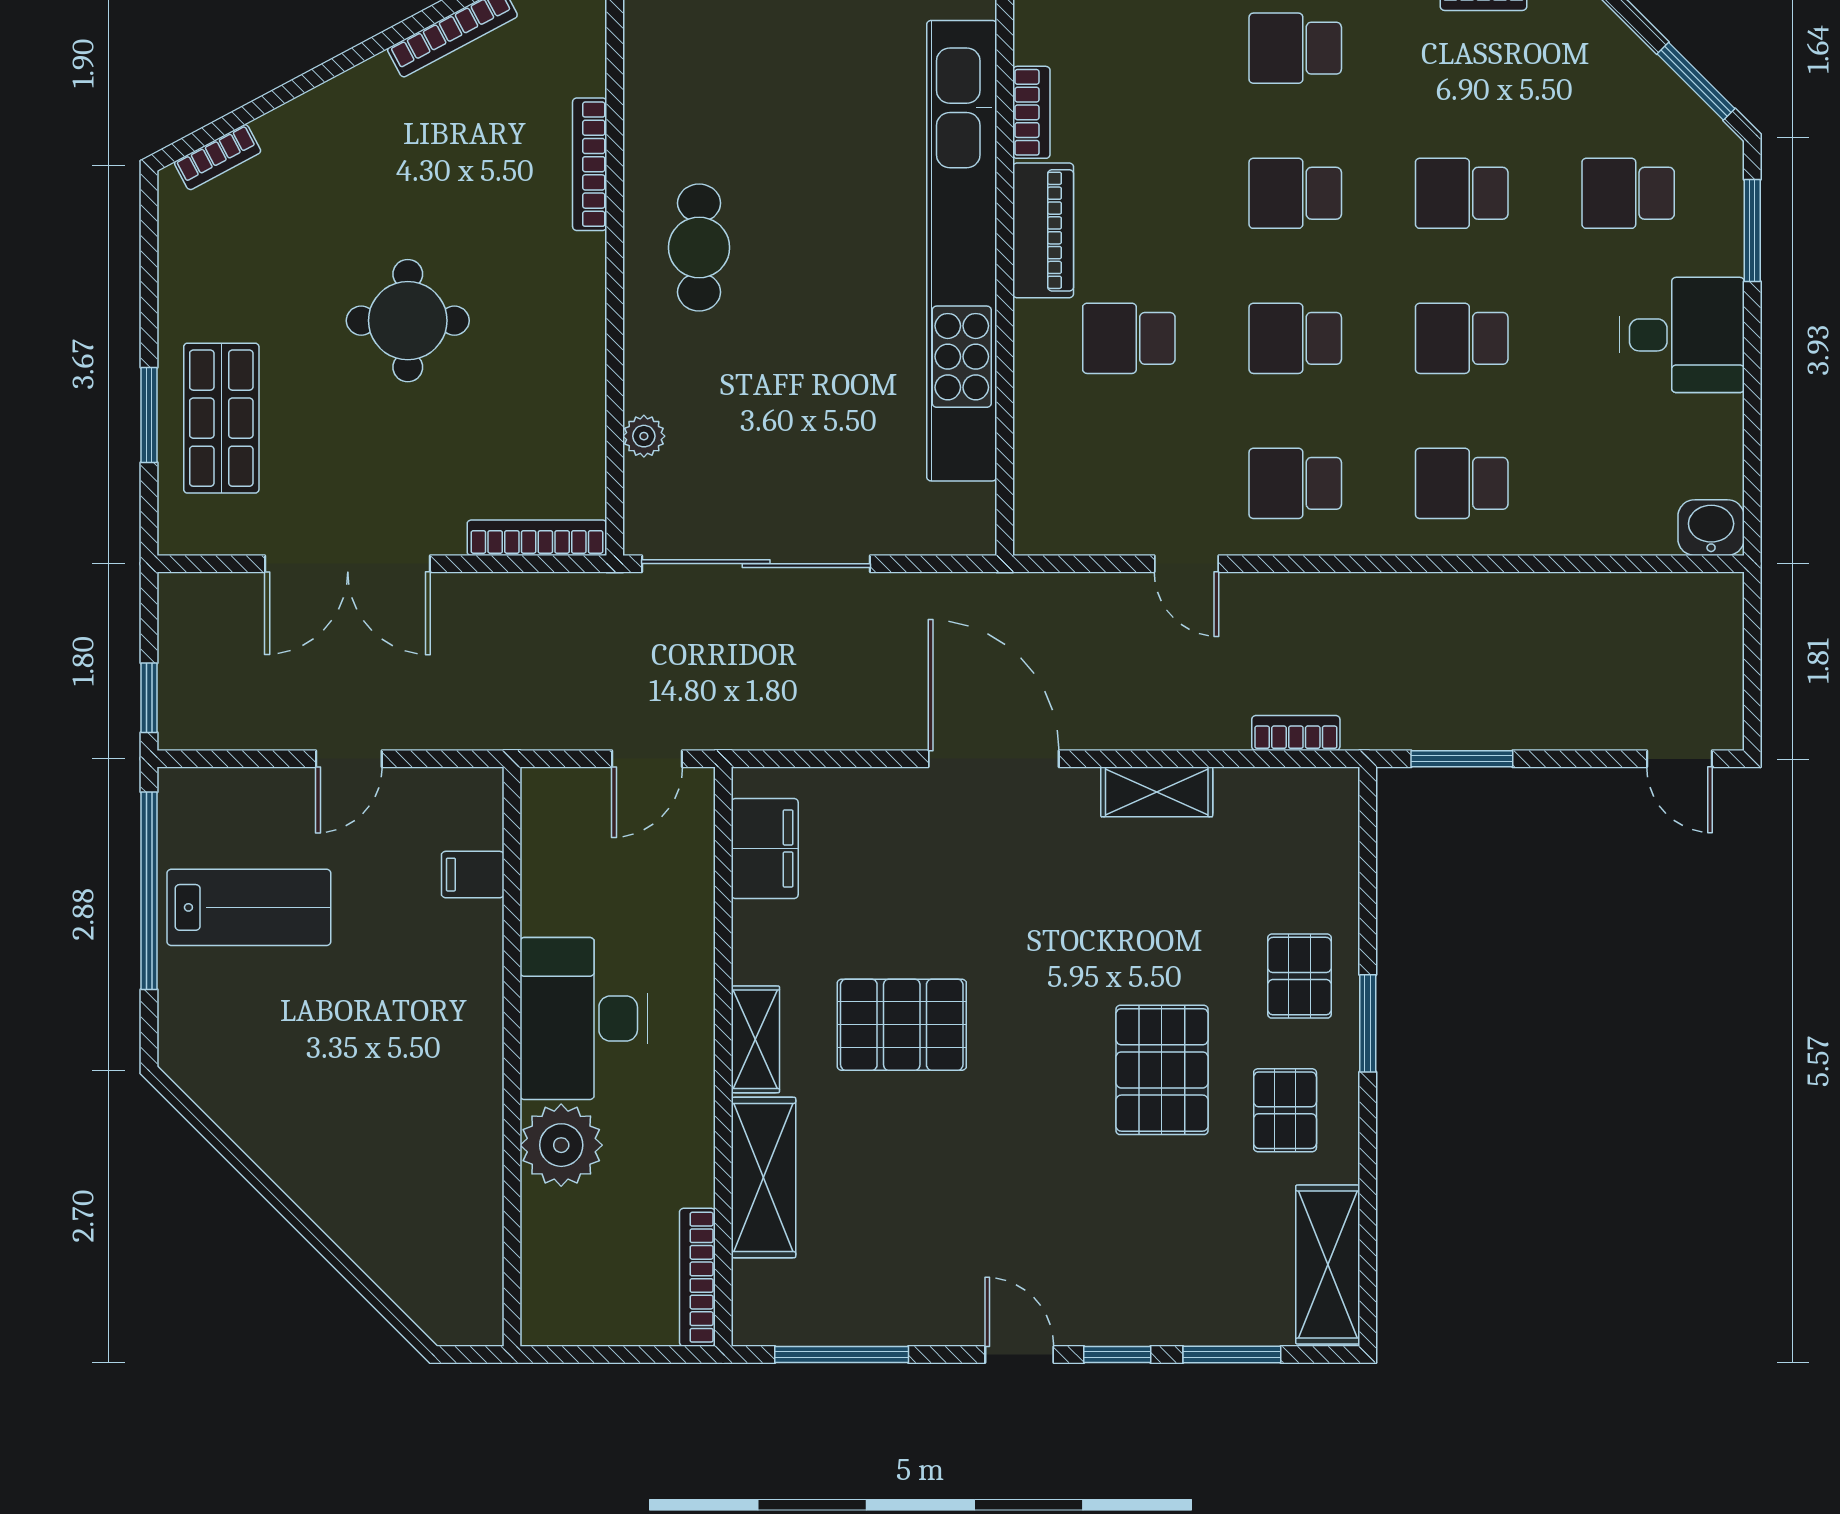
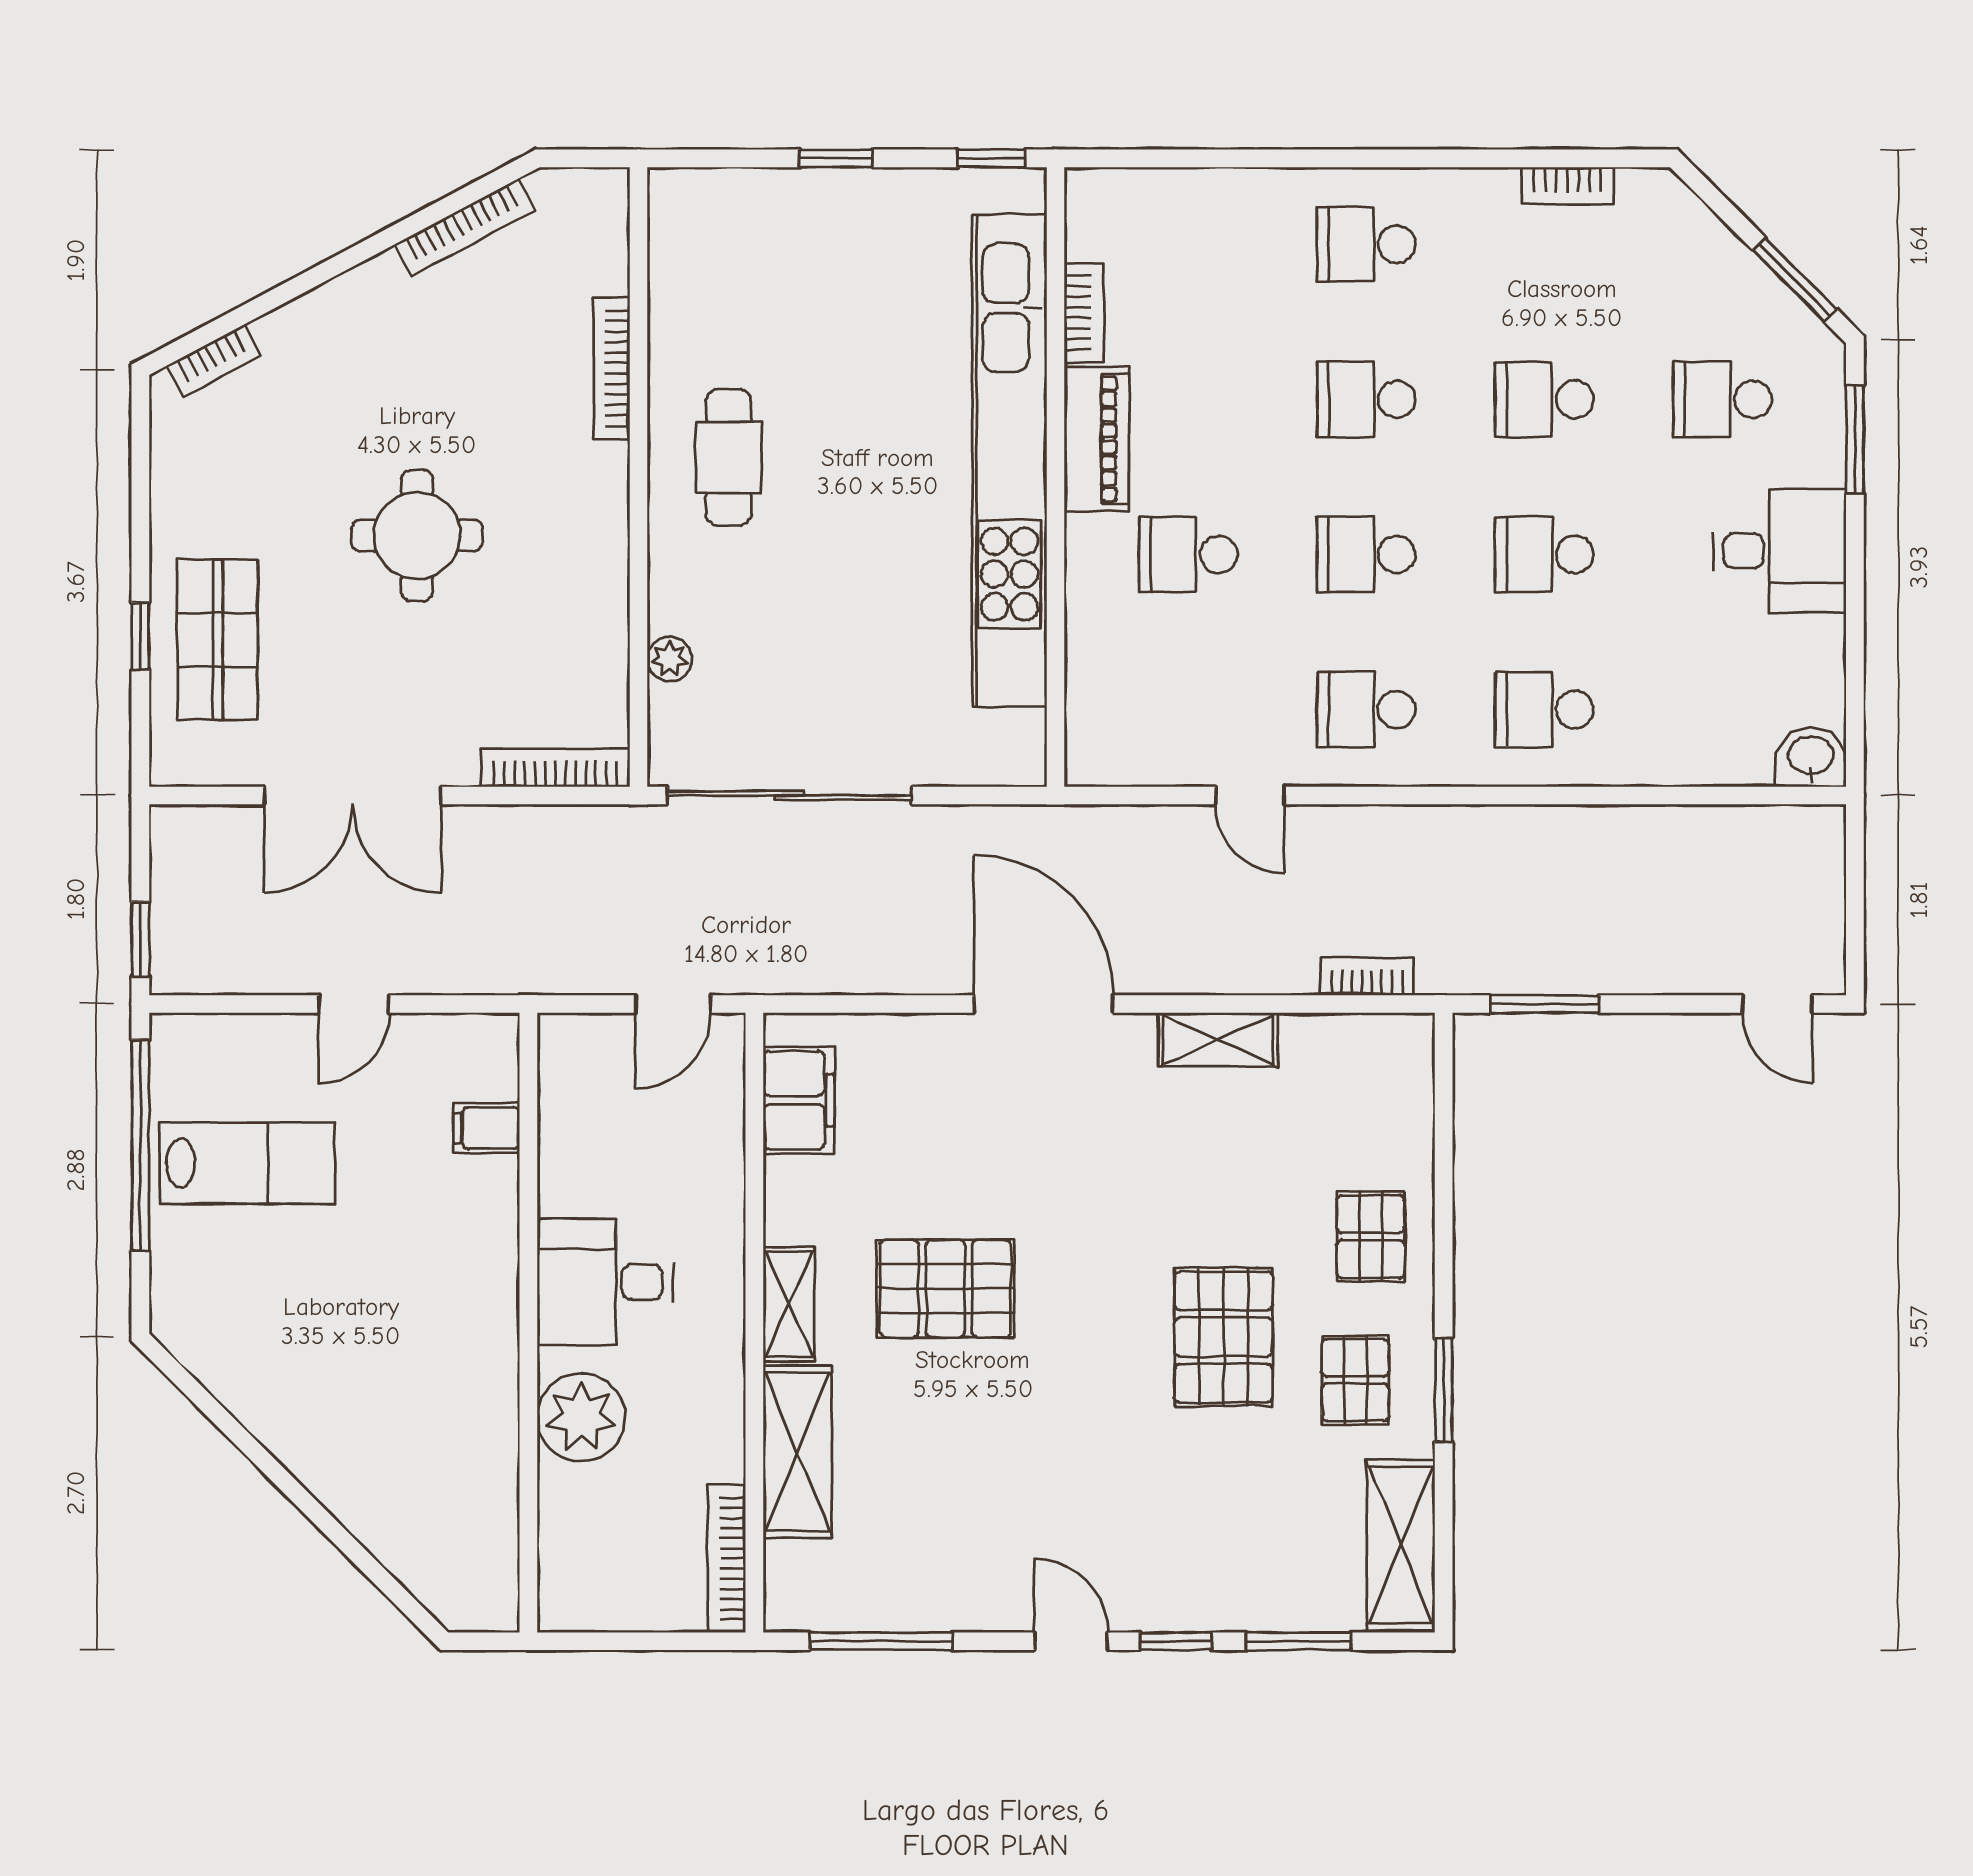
window: (149, 415) -> (140, 636), width x0.67
desk: (584, 1018) -> (605, 1282), width x0.73
window: (1368, 1023) -> (1444, 1390), moved

